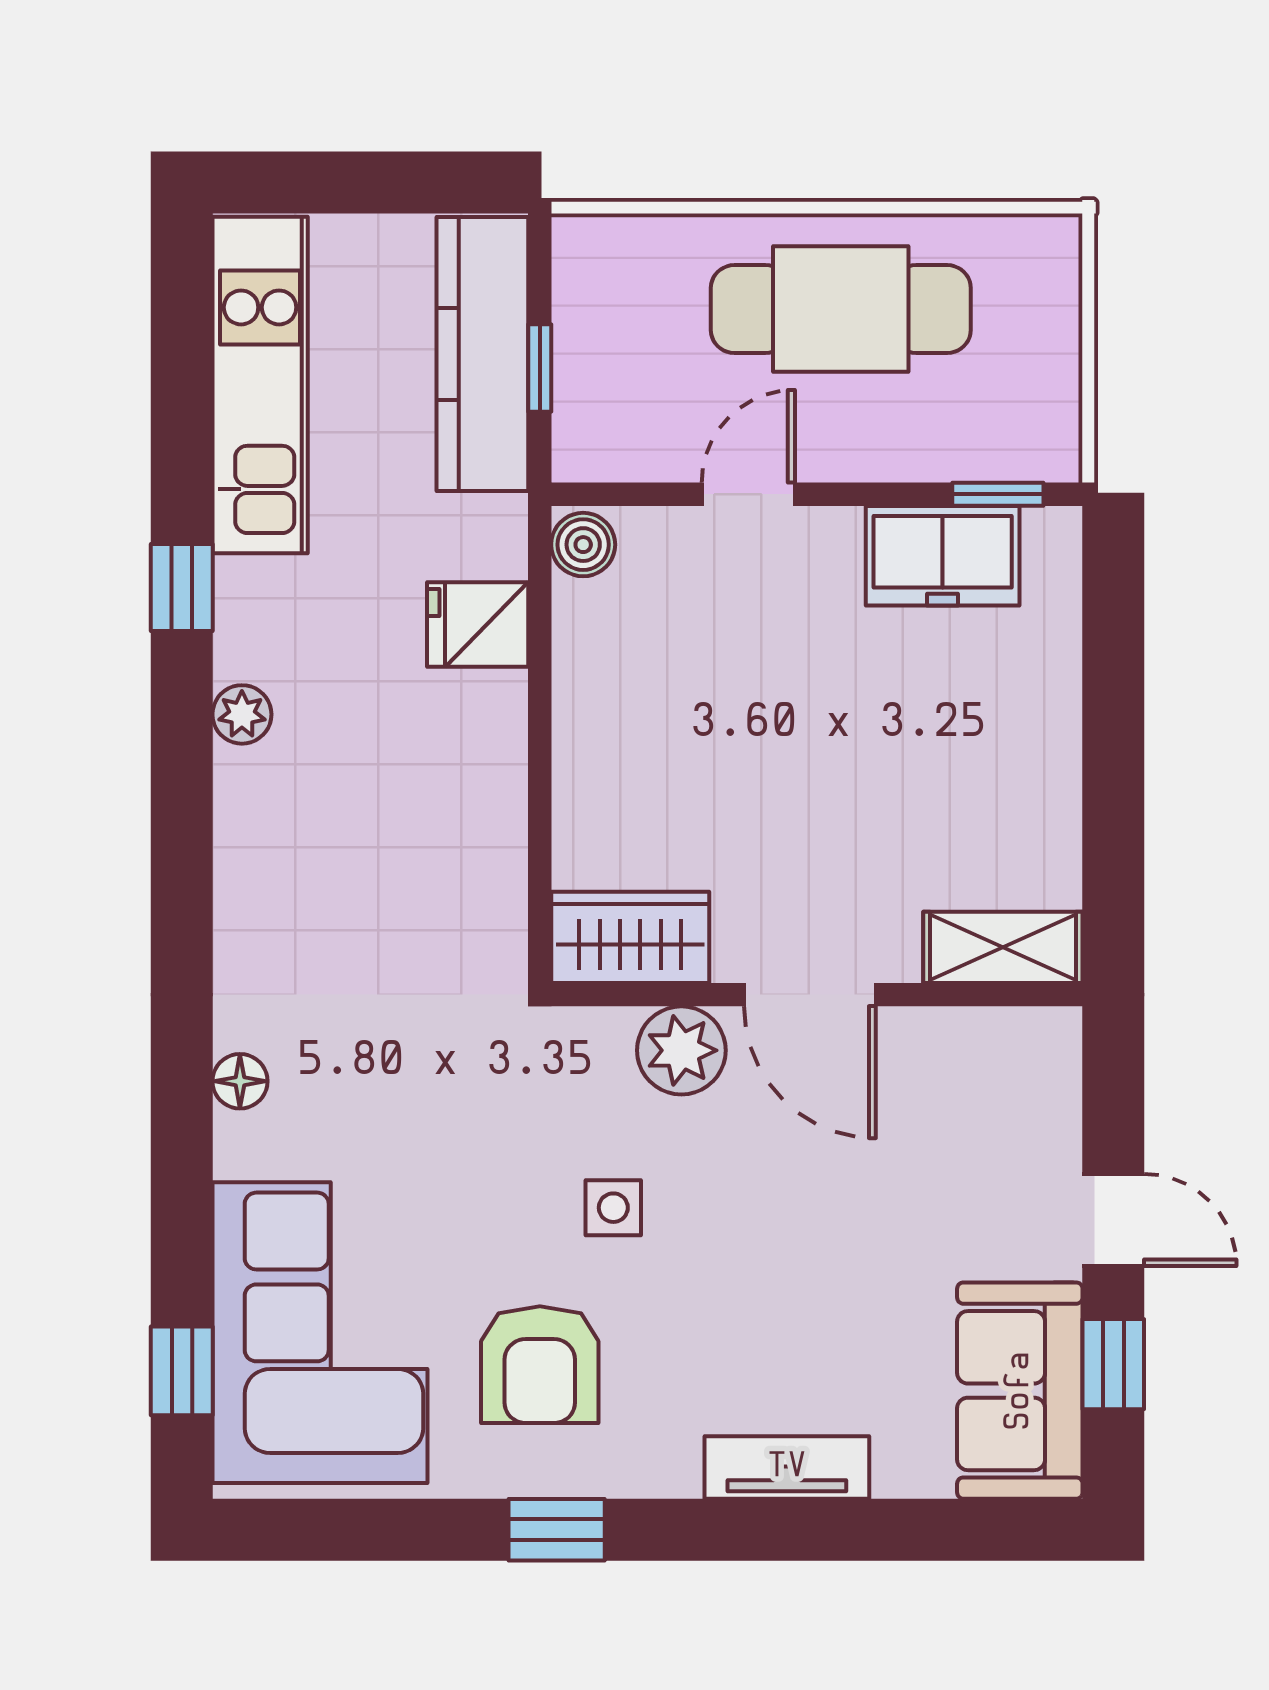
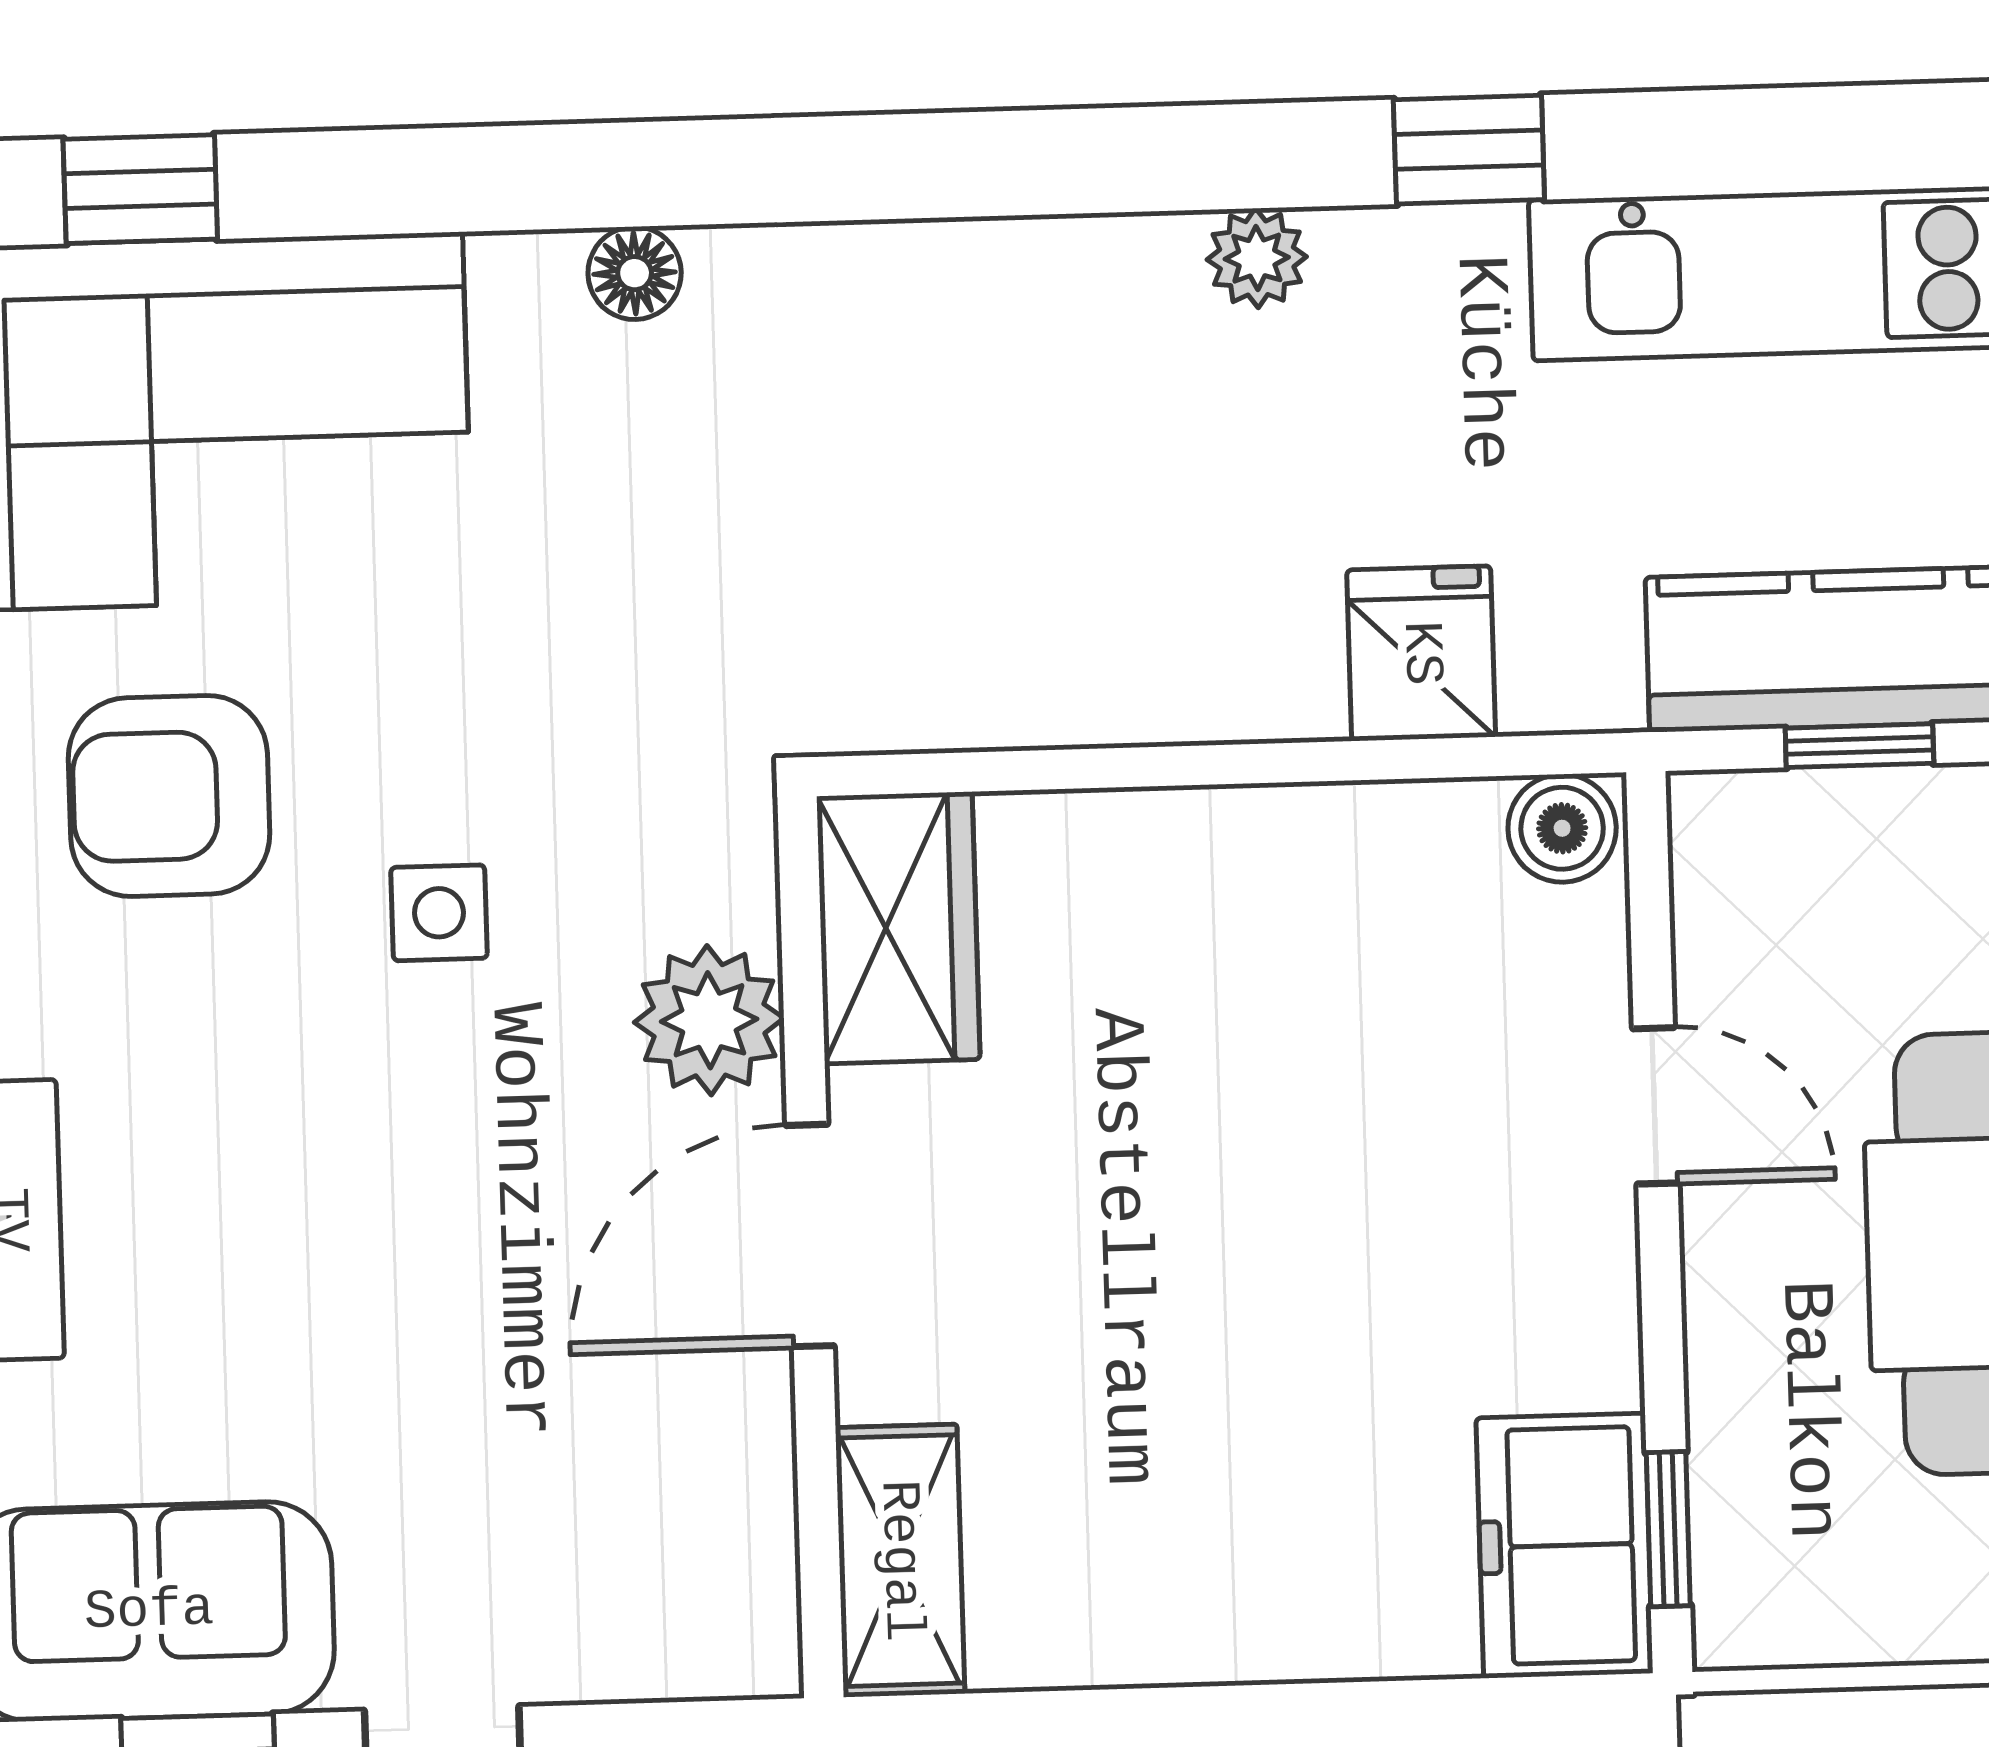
freezer: (943, 556) -> (1564, 1546), moved

